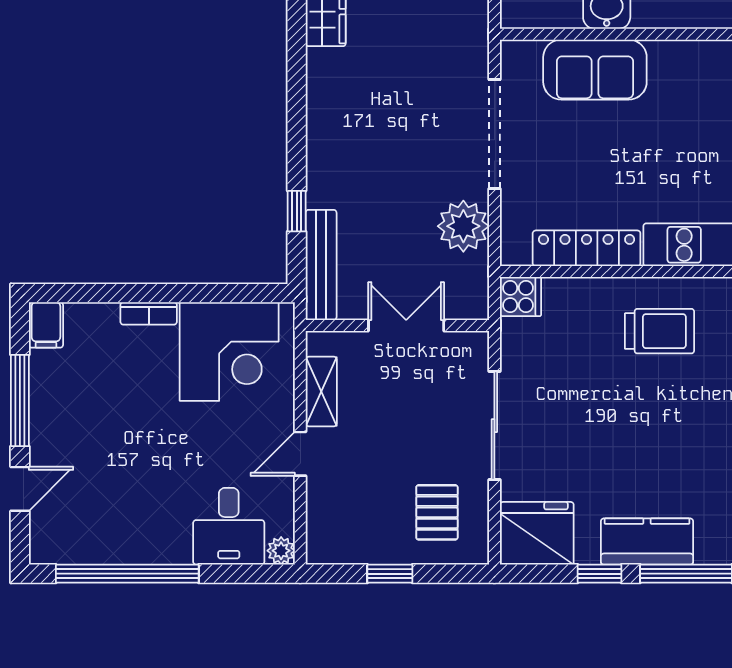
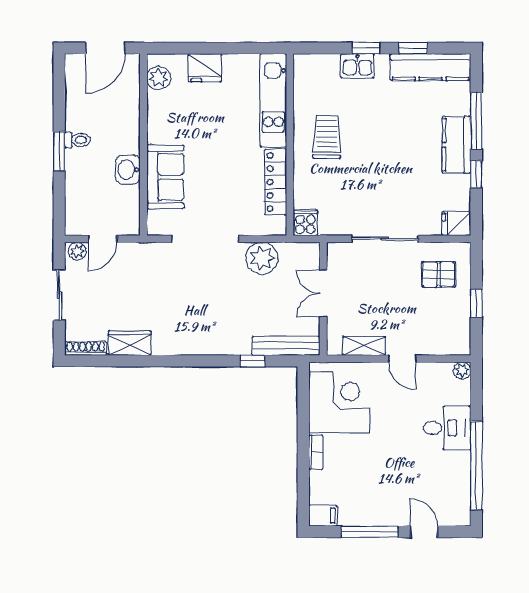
desk: (229, 526) -> (447, 428), moved
fridge: (537, 533) -> (456, 223), width x0.53, depth x0.75

